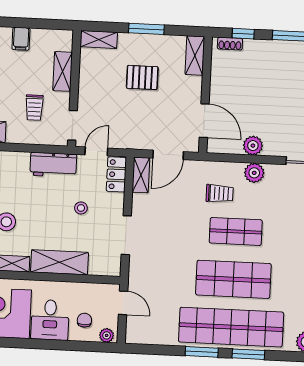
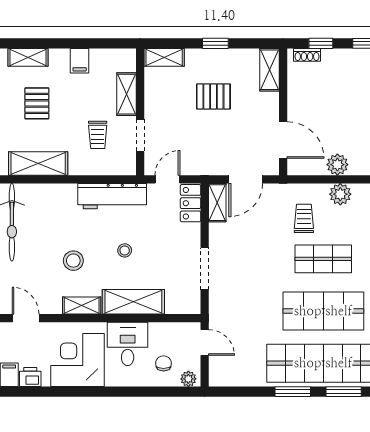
window: (146, 29) -> (215, 43), width x0.67
doorway: (72, 125) -> (140, 135), moved
workbench: (53, 165) -> (112, 196), width x1.38
trolley: (220, 193) -> (304, 218), turned -90
stool: (81, 208) -> (125, 250), moved
desk: (50, 320) -> (128, 344), moved, turned 180

